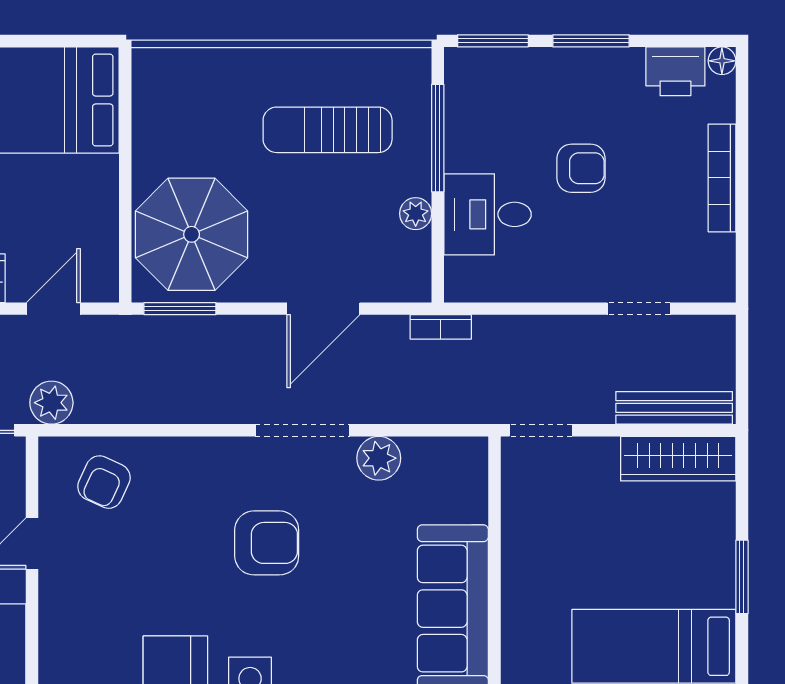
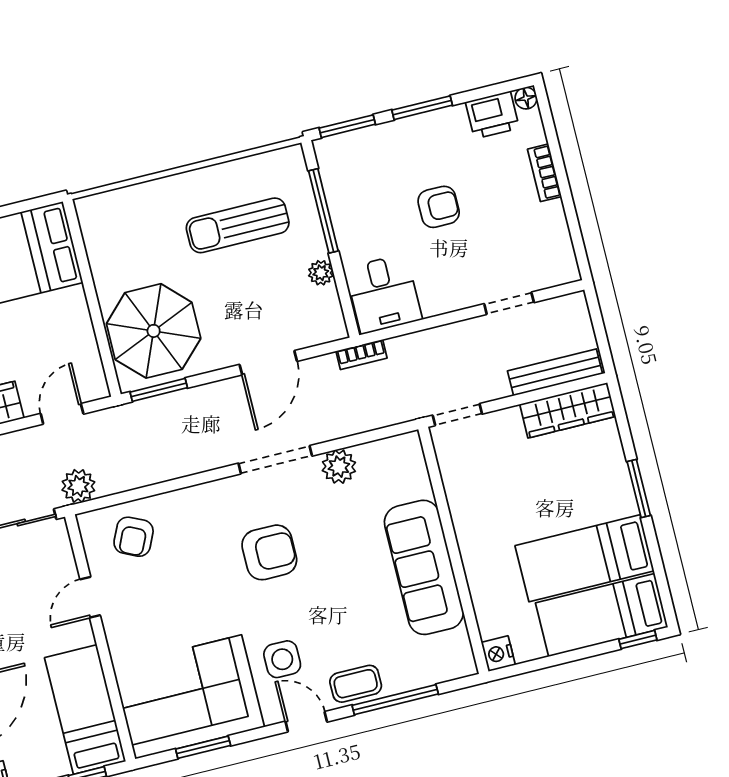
bookcase: (722, 178) -> (544, 173), width x0.64
desk: (487, 214) -> (384, 294), moved, turned -90

